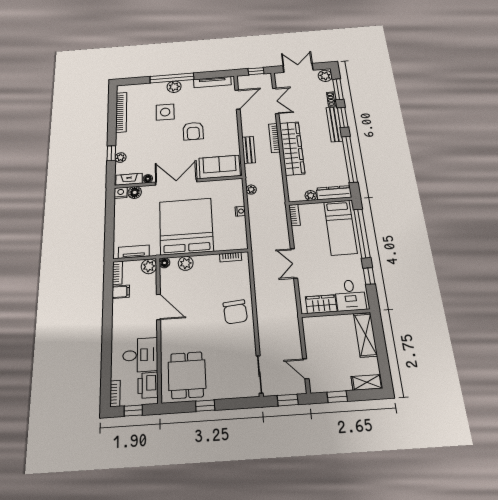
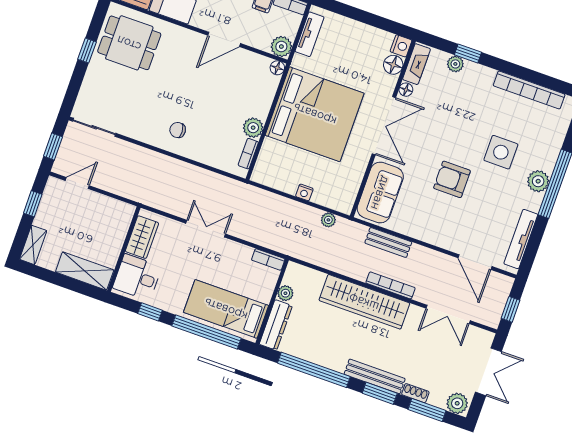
plant: (186, 263) -> (253, 128), moved
chair: (235, 312) -> (178, 130), width x0.54, depth x0.54

